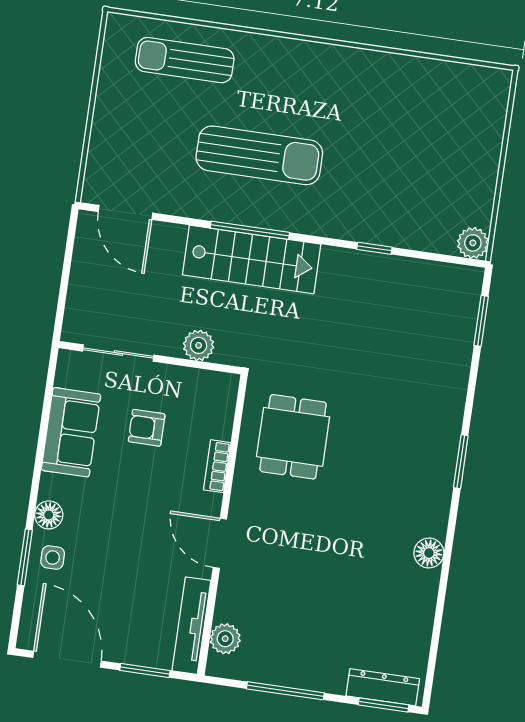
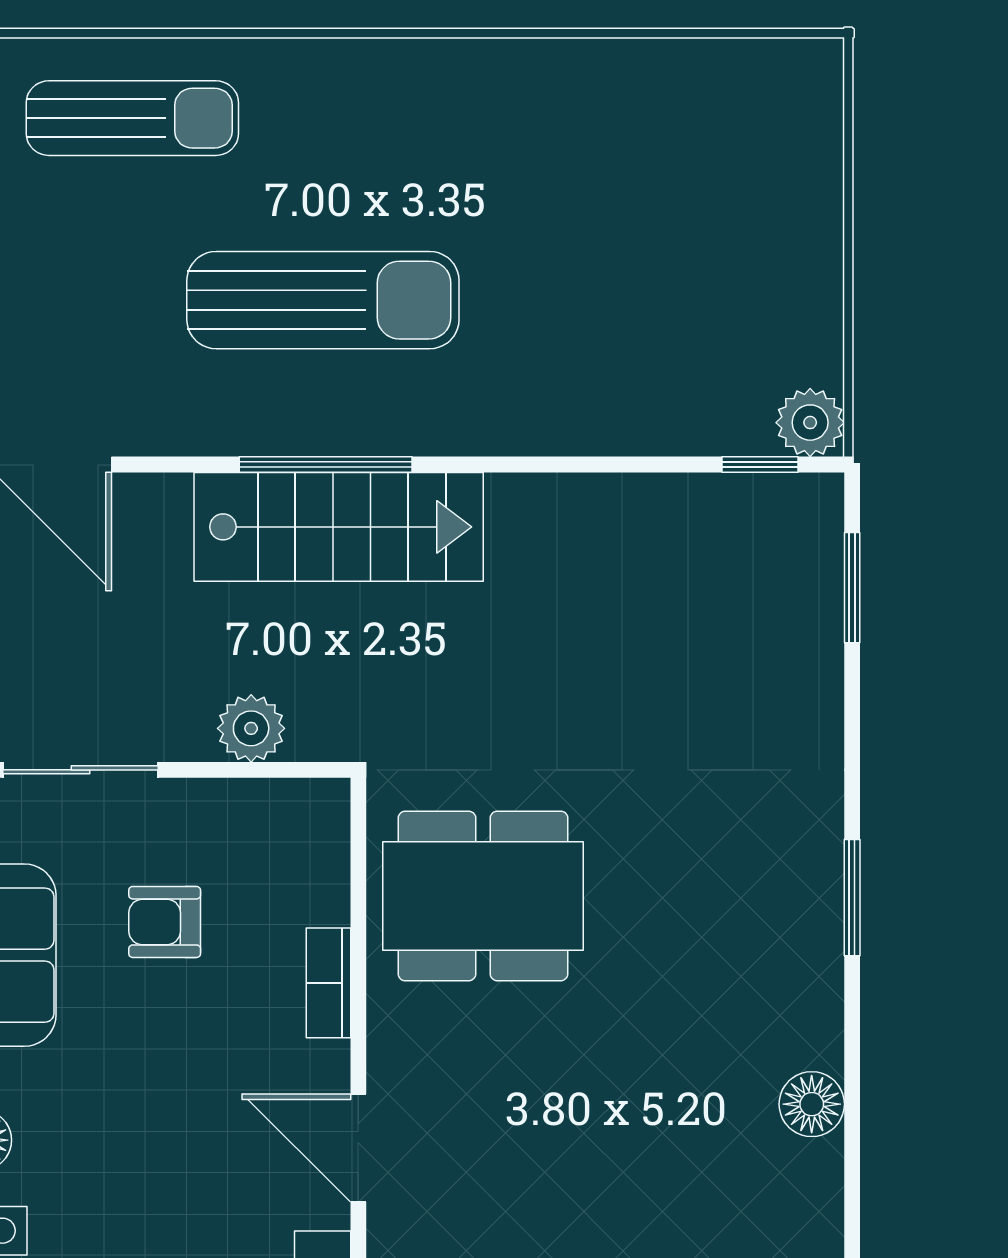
sun lounger: (185, 60) -> (132, 118), turned 180
window: (374, 248) -> (760, 465), moved
dining table: (293, 437) -> (483, 896), width x1.38

